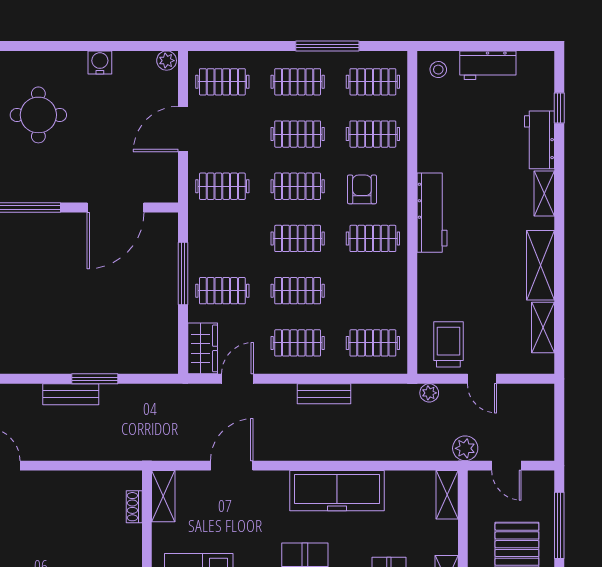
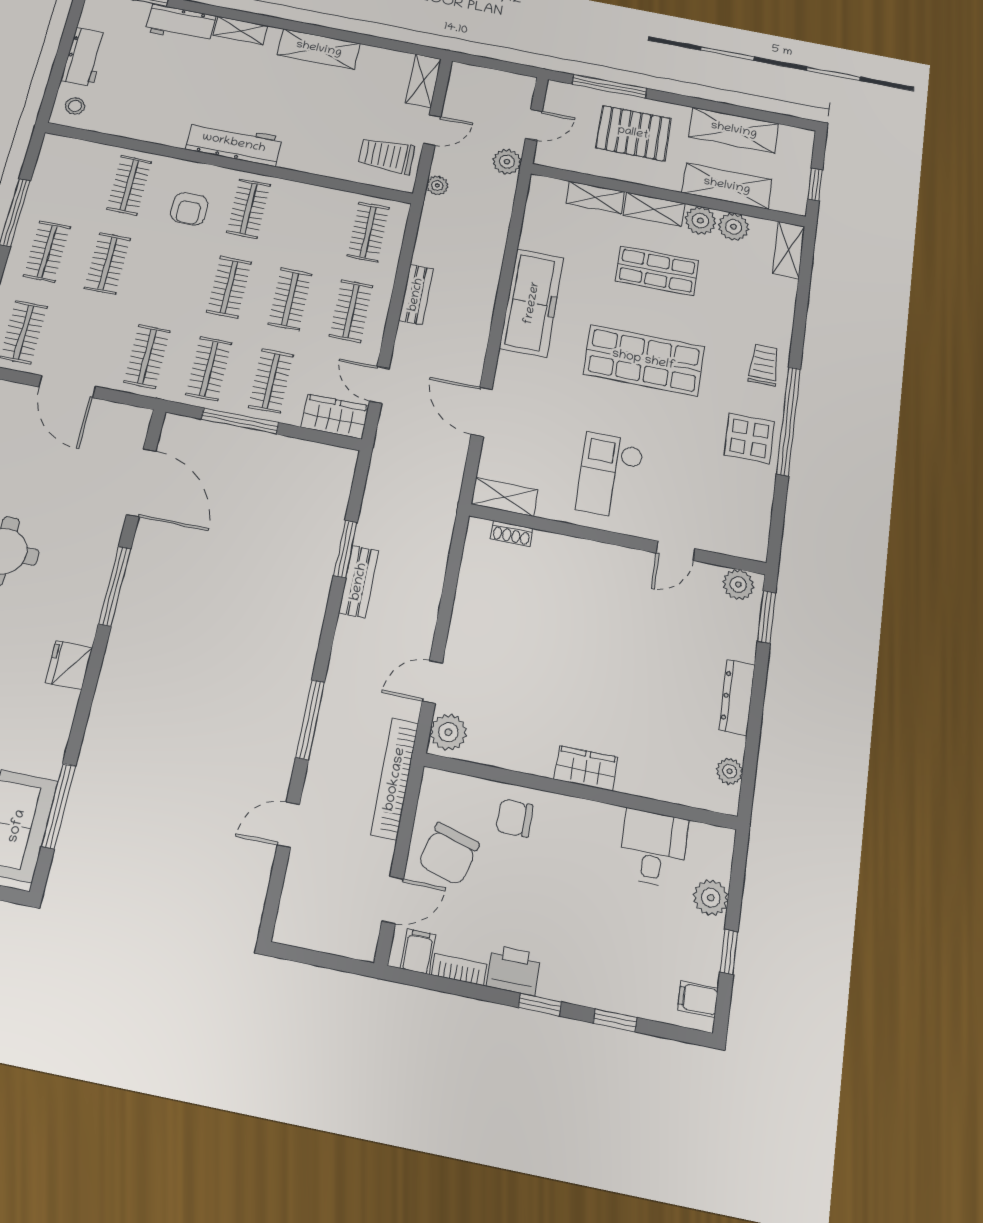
clothes rail: (373, 82) -> (70, 174), removed
clothes rail: (298, 186) -> (209, 369), moved
armchair: (362, 189) -> (189, 209), turned -90
shelving: (543, 328) -> (424, 81), moved, turned 90
shelving: (447, 495) -> (595, 197), moved

